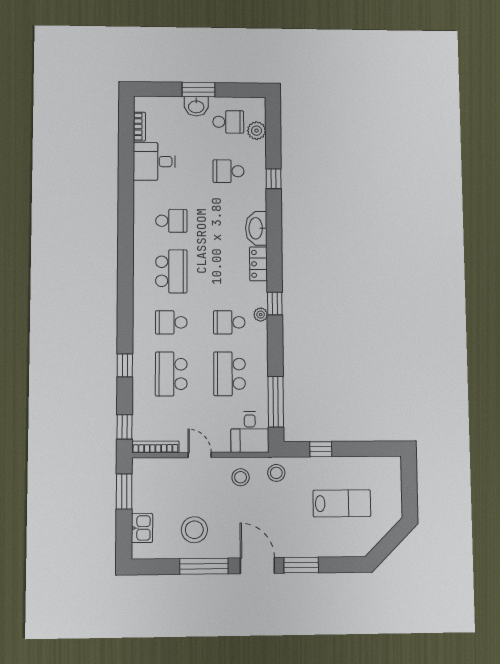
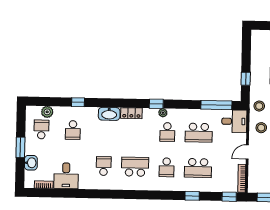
washbasin: (196, 106) -> (31, 163), moved

